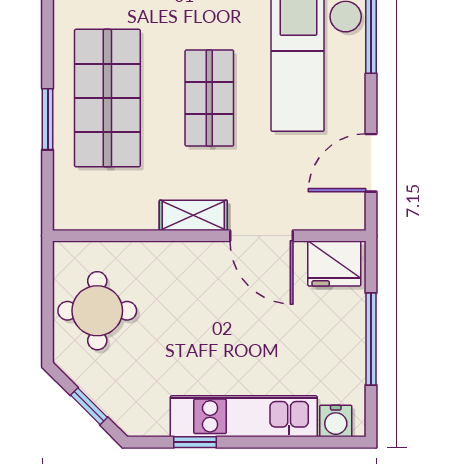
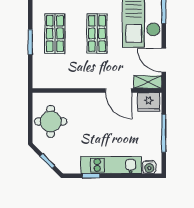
shop shelf: (107, 98) -> (55, 34), width x0.70, depth x0.74
door: (371, 163) -> (164, 60), hinge flipped
shelving: (193, 215) -> (148, 82), moved

